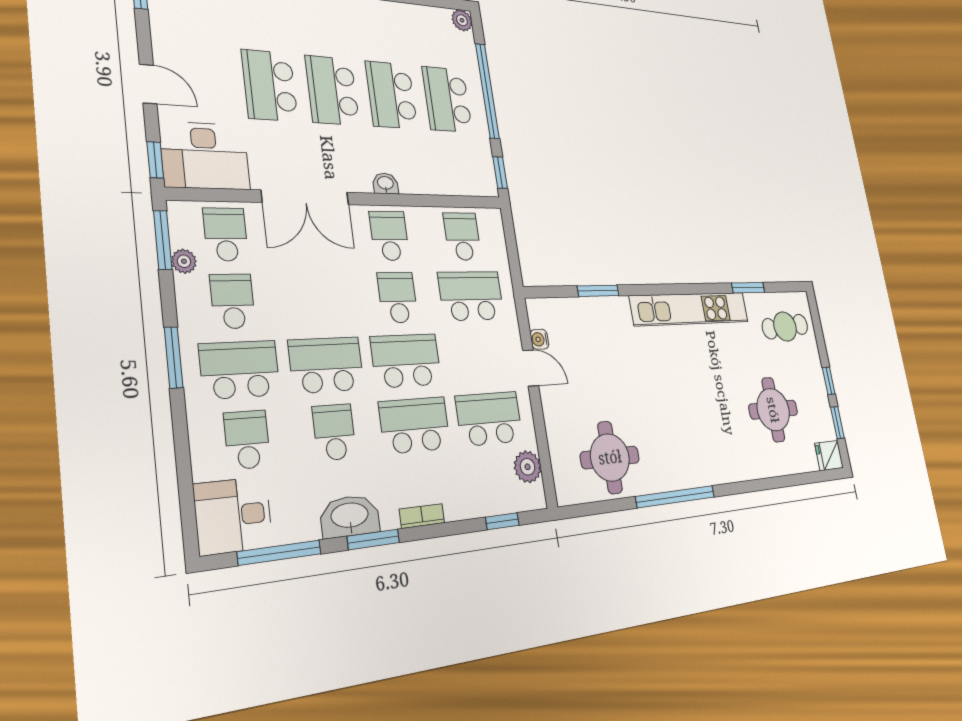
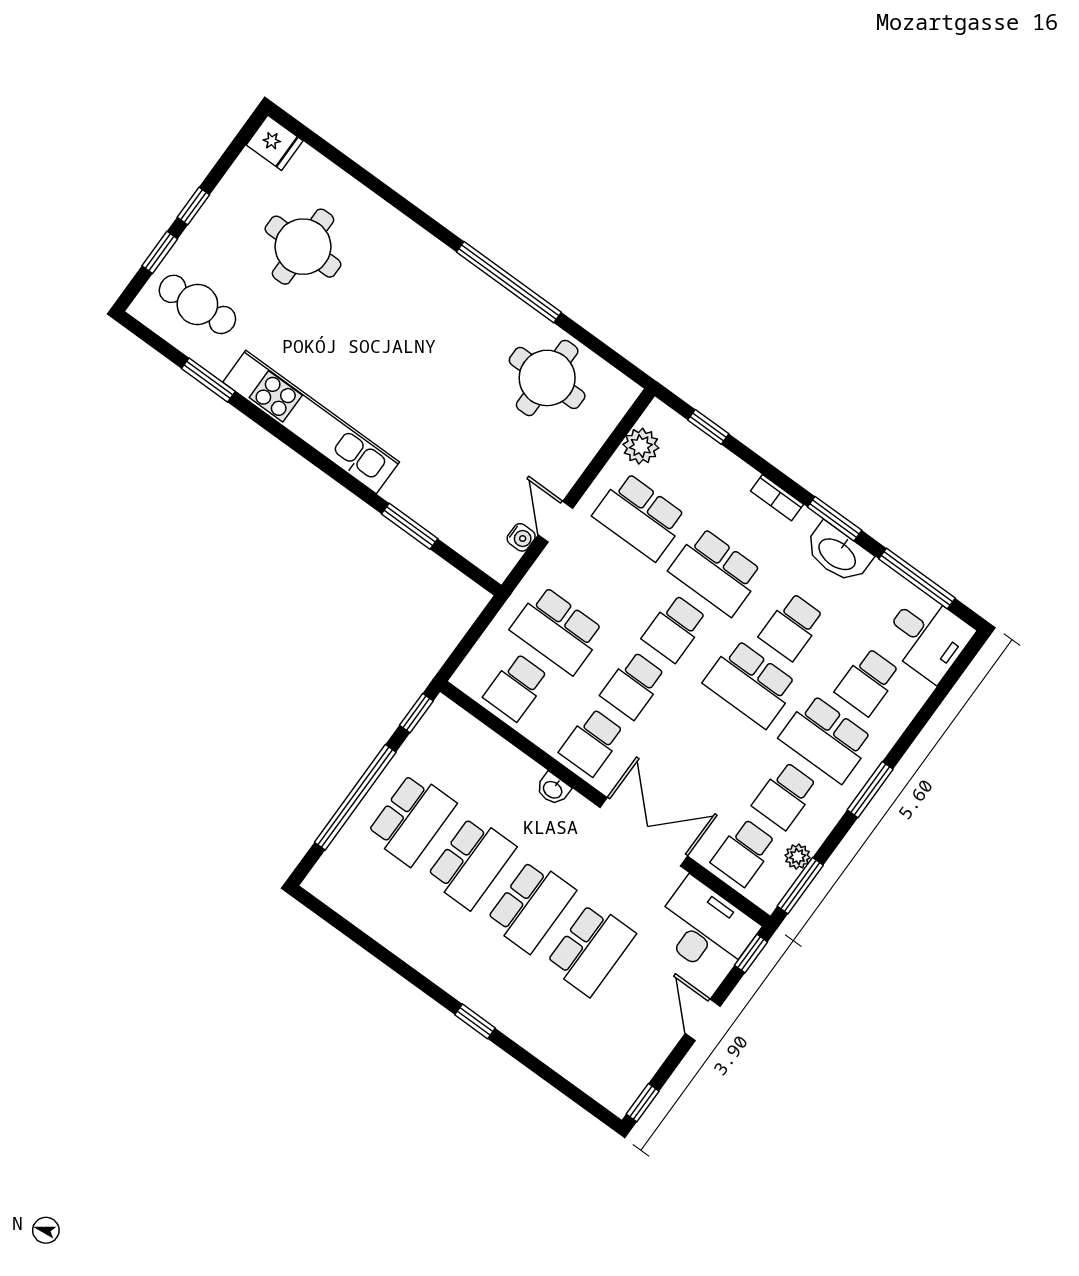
plant: (462, 20) -> (319, 882), removed
school desk: (406, 361) -> (675, 628), width x0.54
window: (837, 423) -> (160, 252), moved

